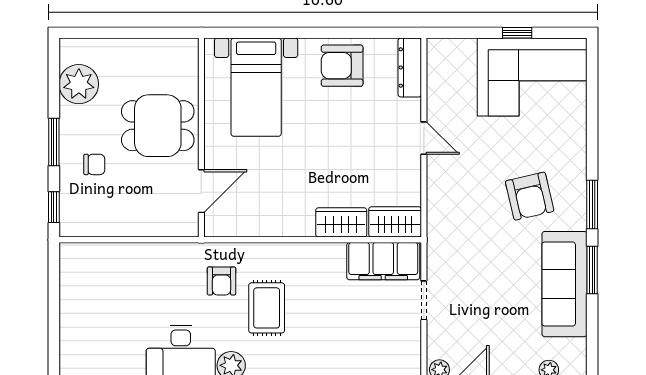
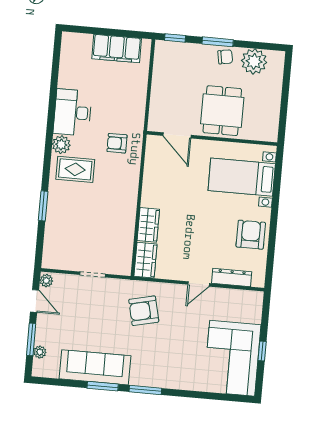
dresser: (410, 68) -> (232, 277), moved
chair: (94, 164) -> (225, 57), moved, turned -100
armchair: (530, 196) -> (144, 311), moved
filing cabinet: (383, 261) -> (117, 49), moved, turned -90
rug: (267, 308) -> (75, 169), moved

